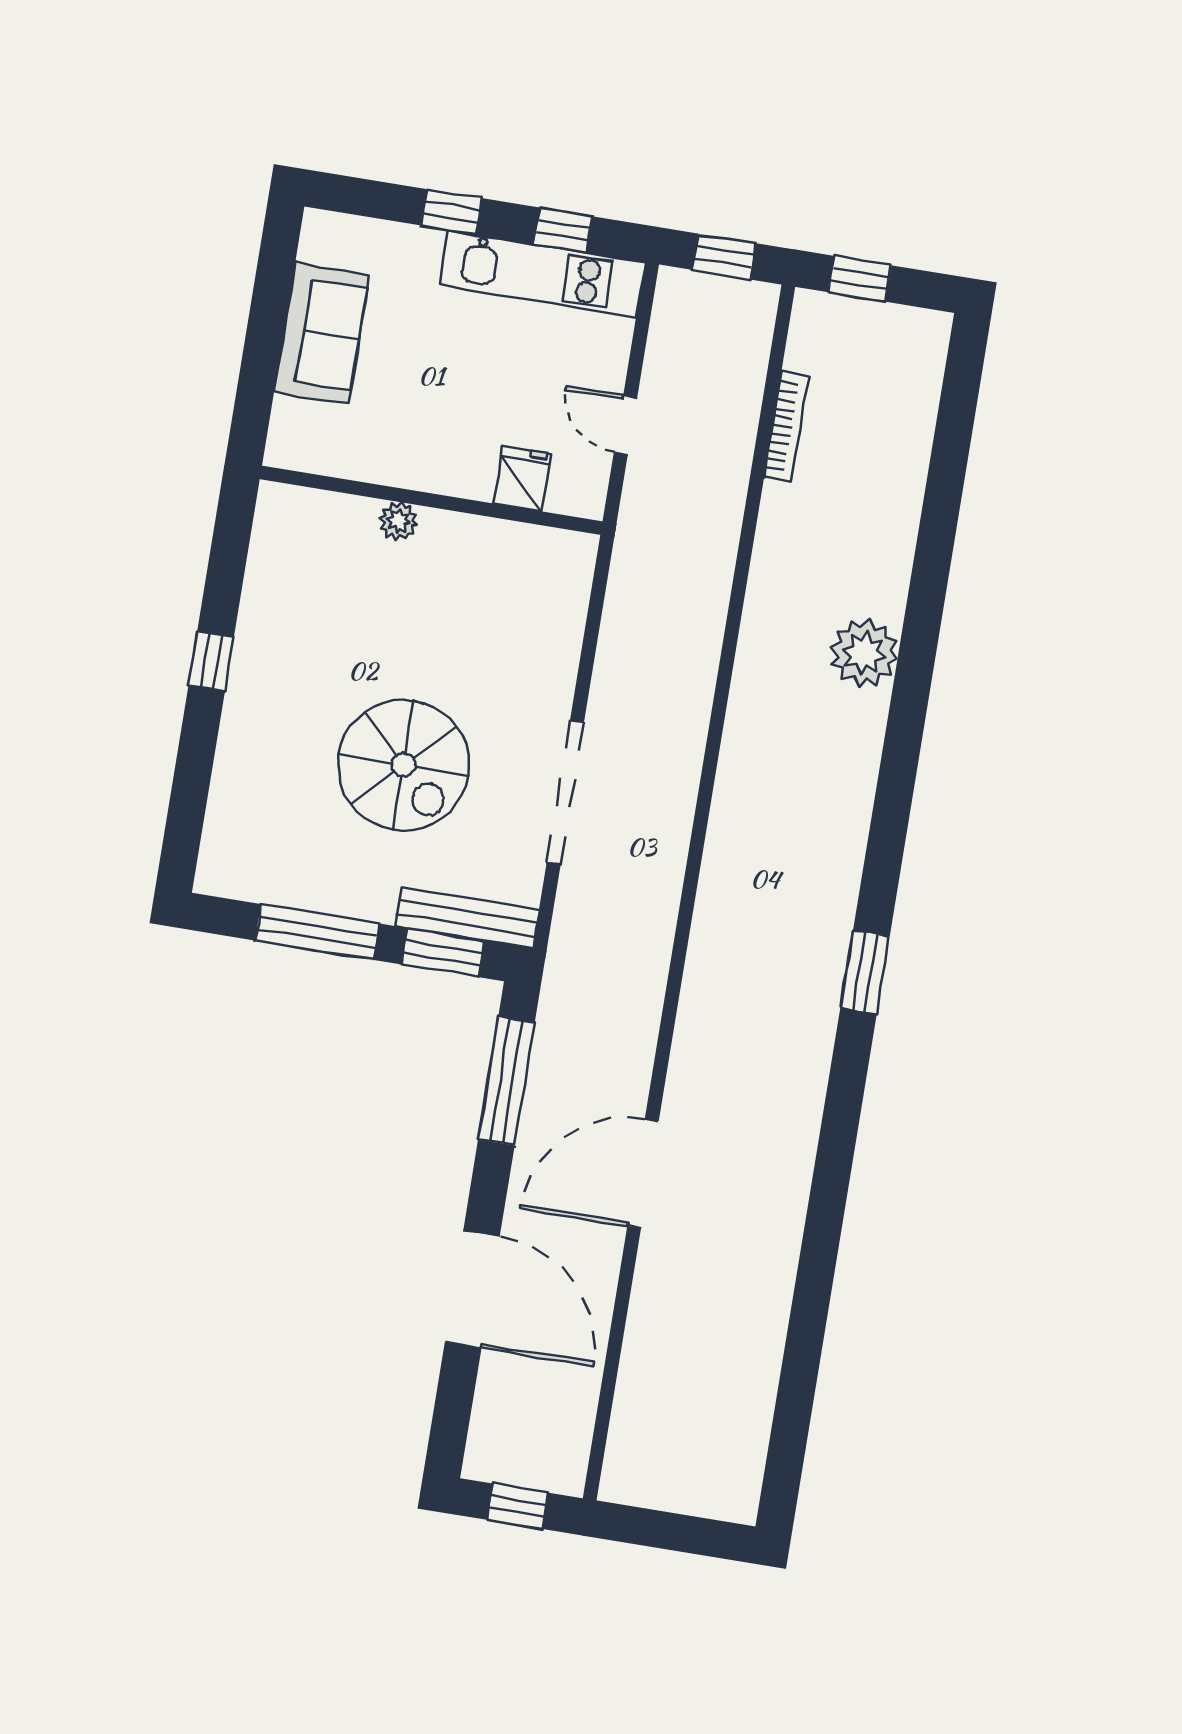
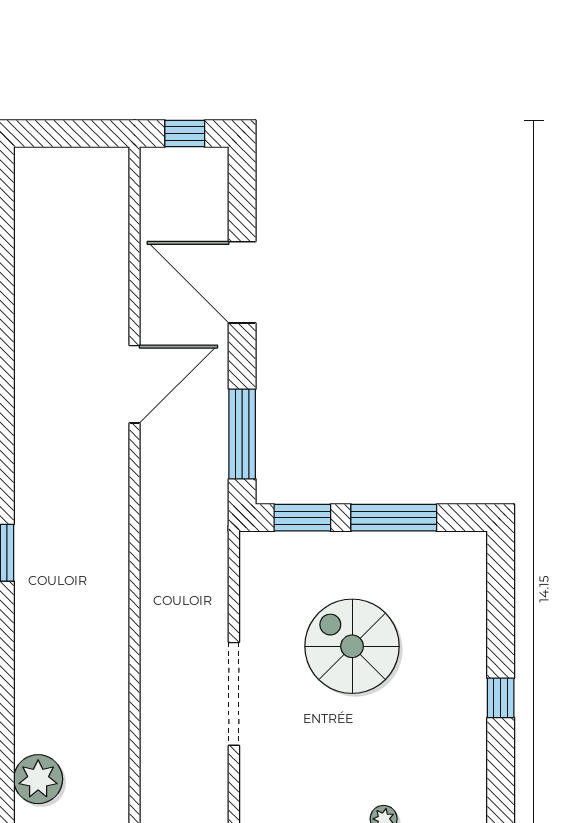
doorway: (565, 792) -> (234, 694), moved
bench: (467, 918) -> (289, 545), removed

